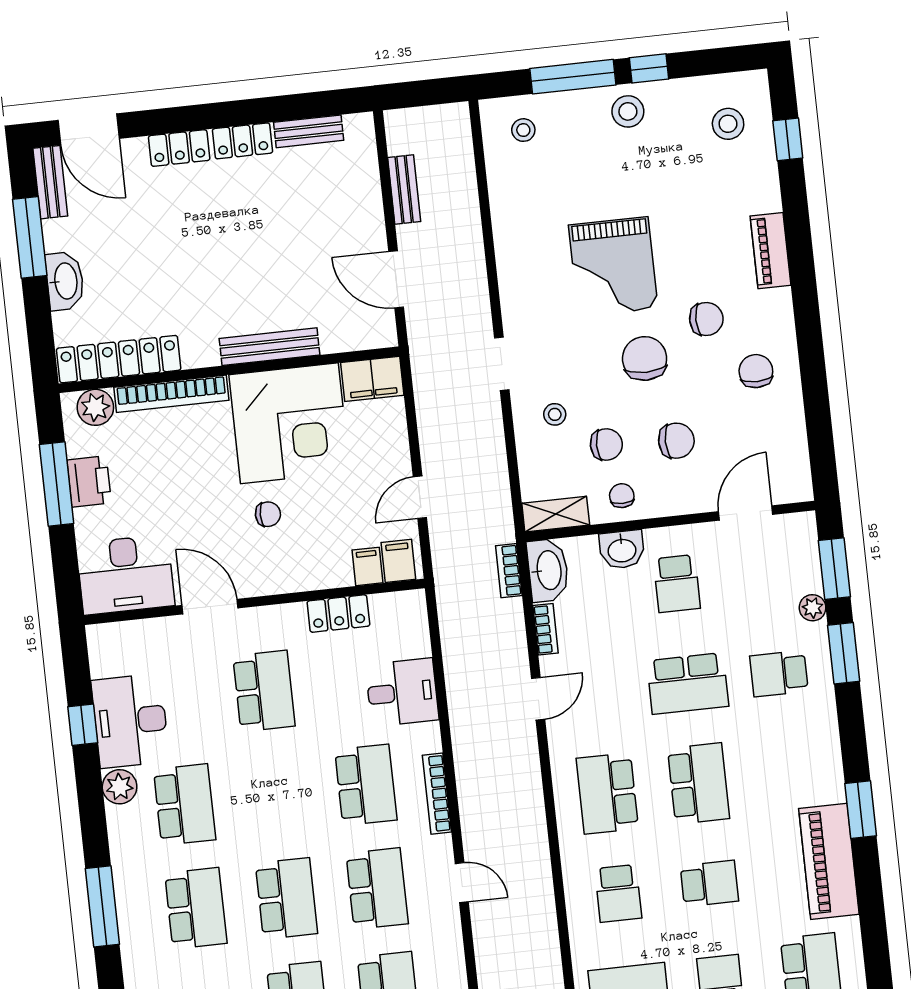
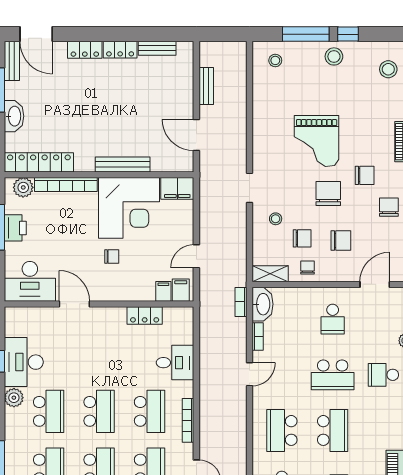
washbasin: (622, 550) -> (304, 297), removed
school desk: (264, 691) -> (99, 411), moved

